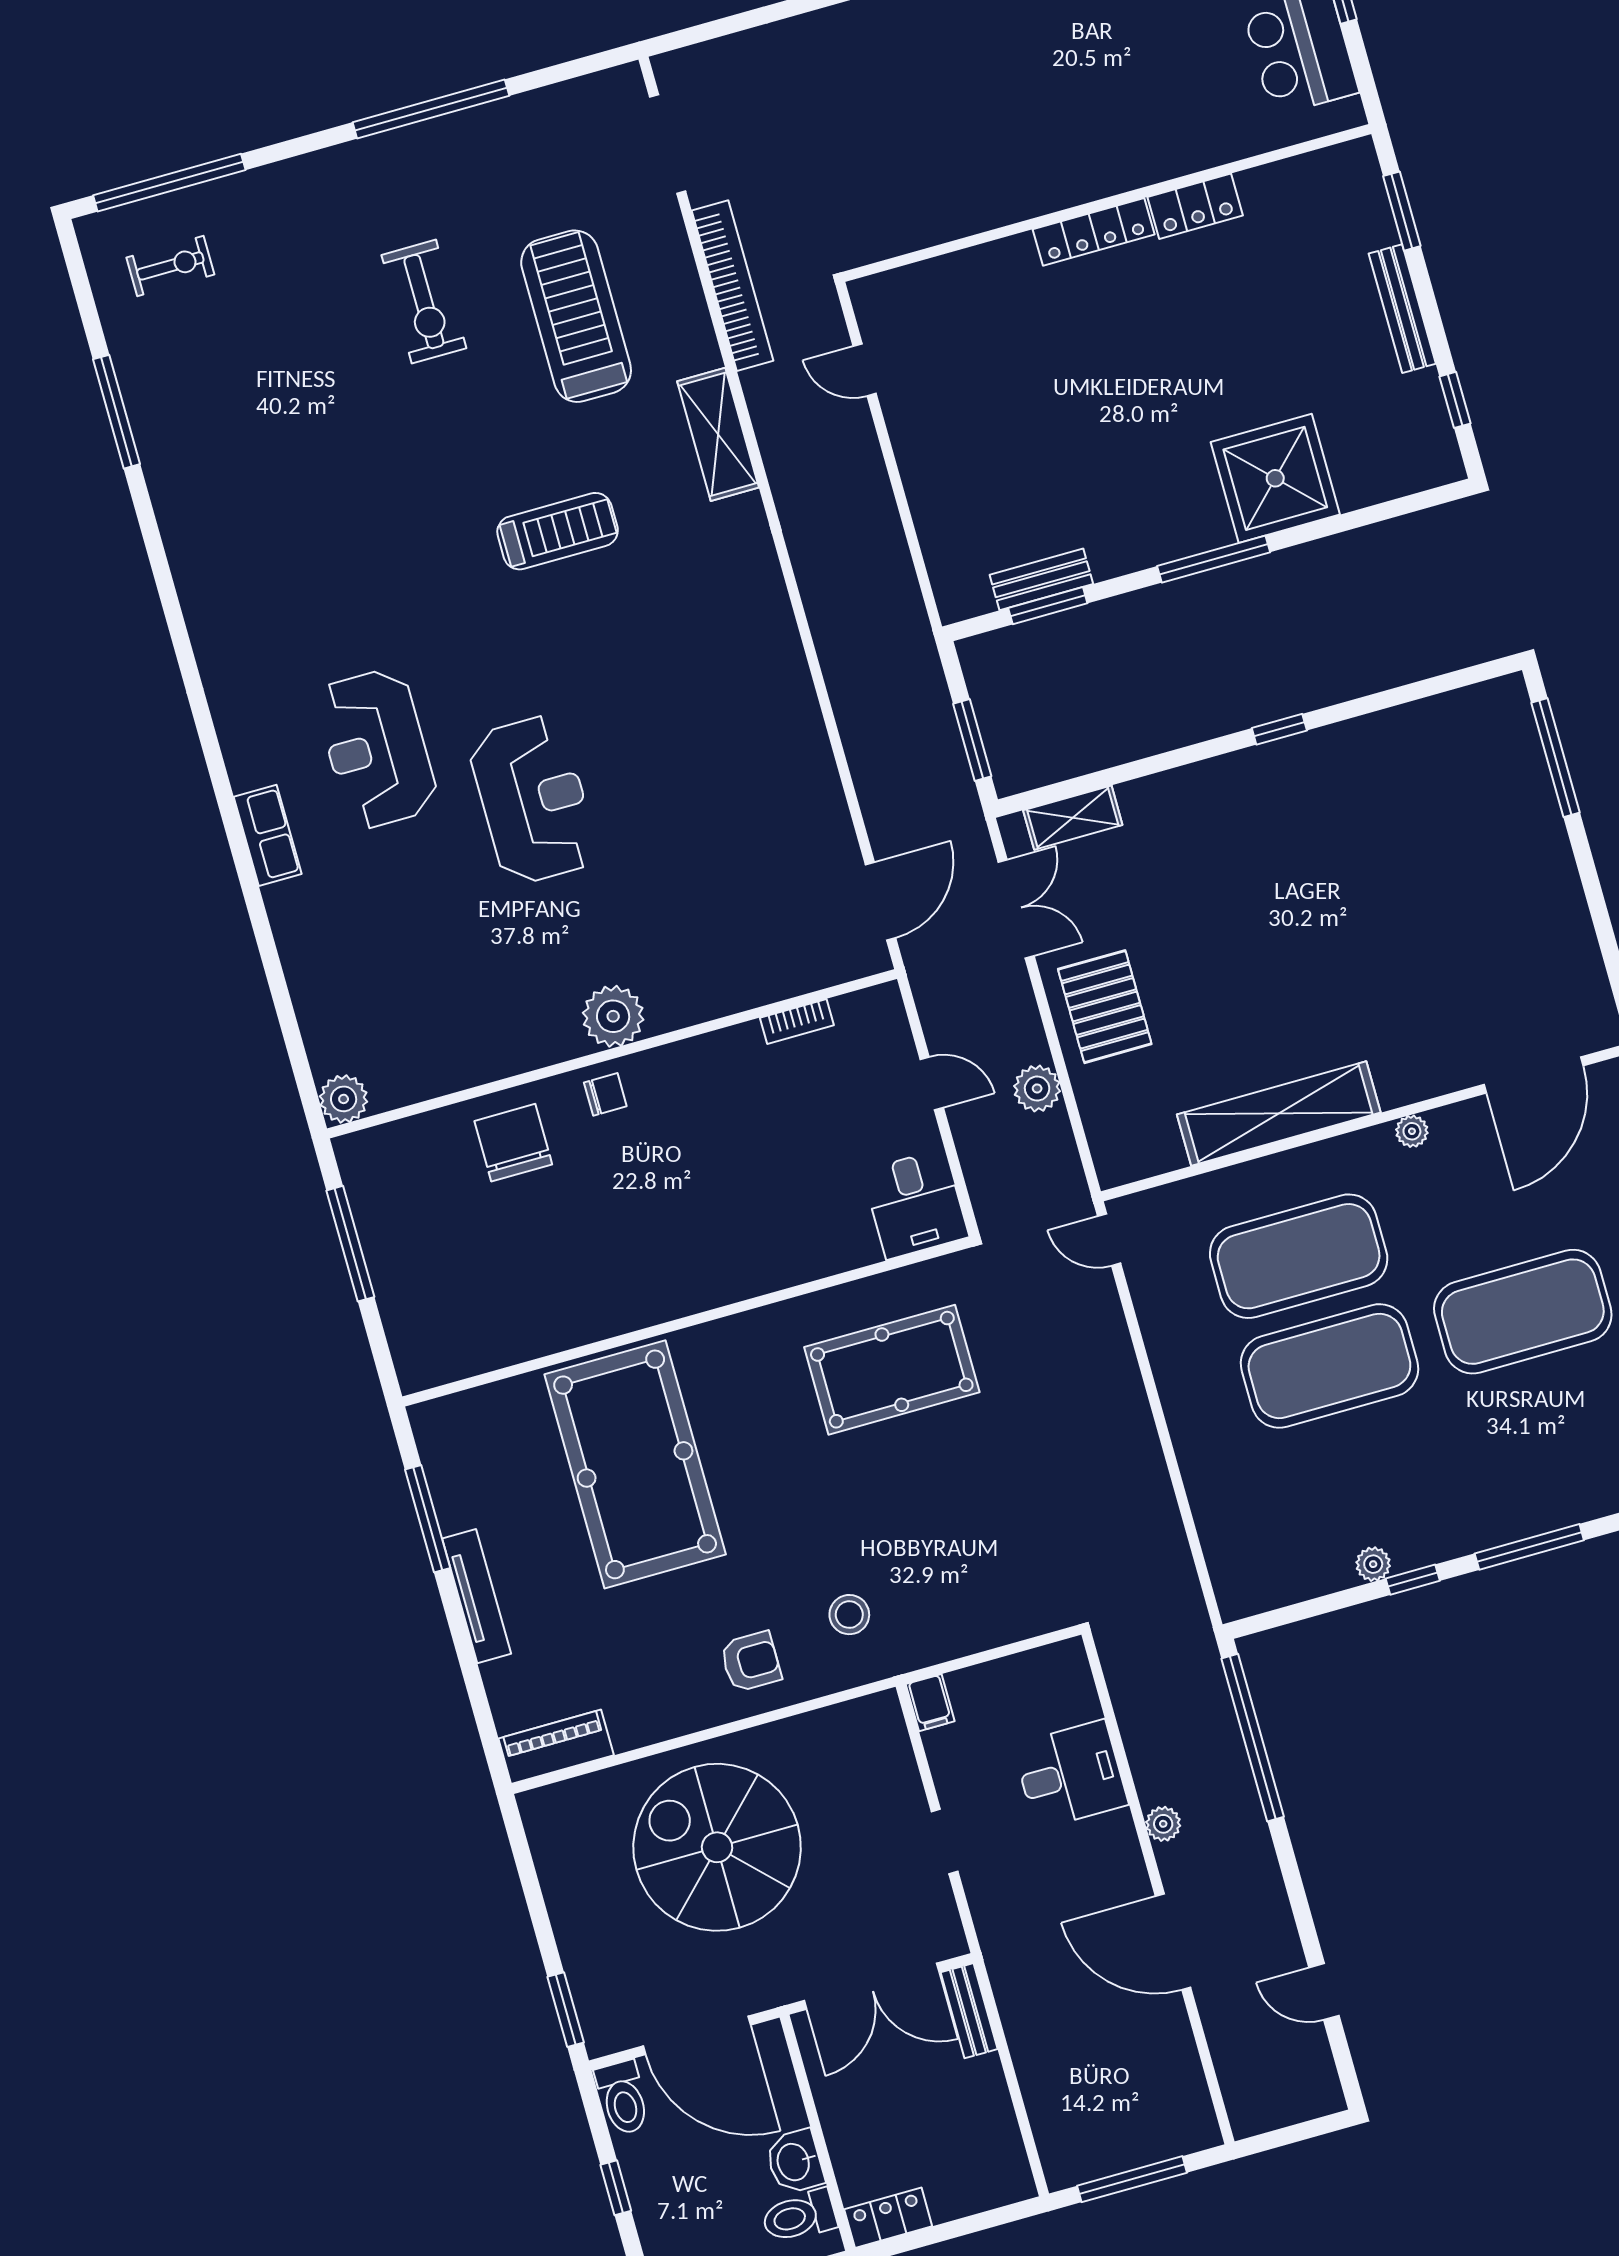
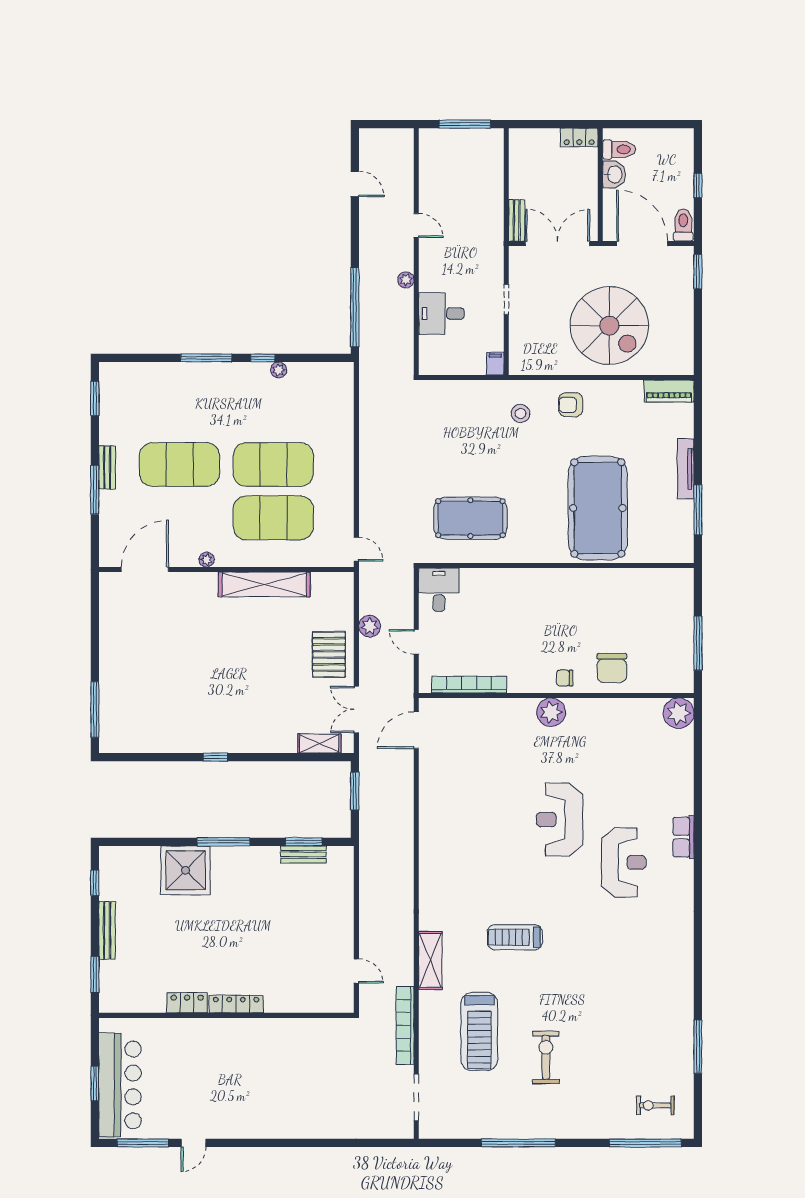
bookcase: (797, 1022) -> (469, 685), width x2.31, depth x1.31
plant: (344, 1099) -> (679, 713), width x1.36, depth x1.36
door: (1173, 1942) -> (416, 225), width x0.53

